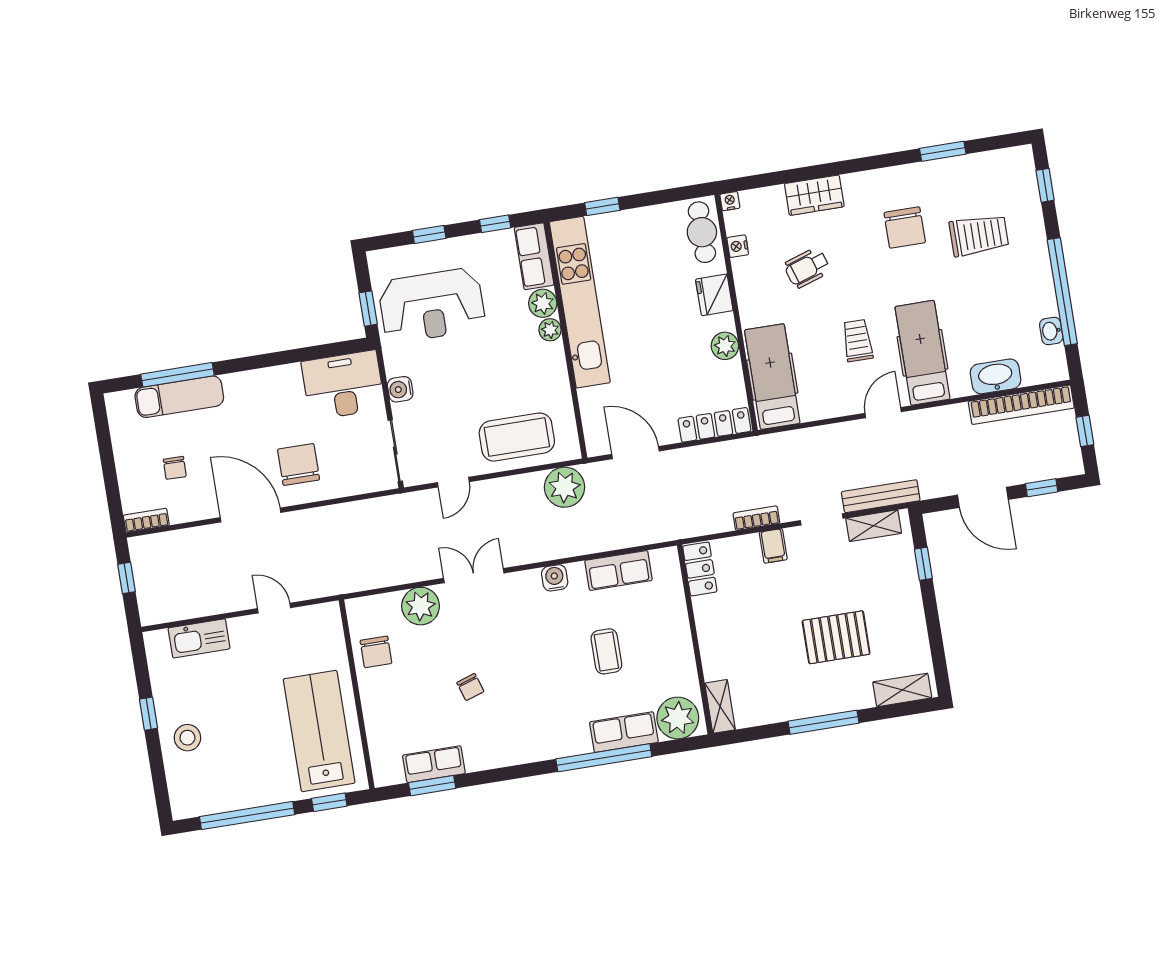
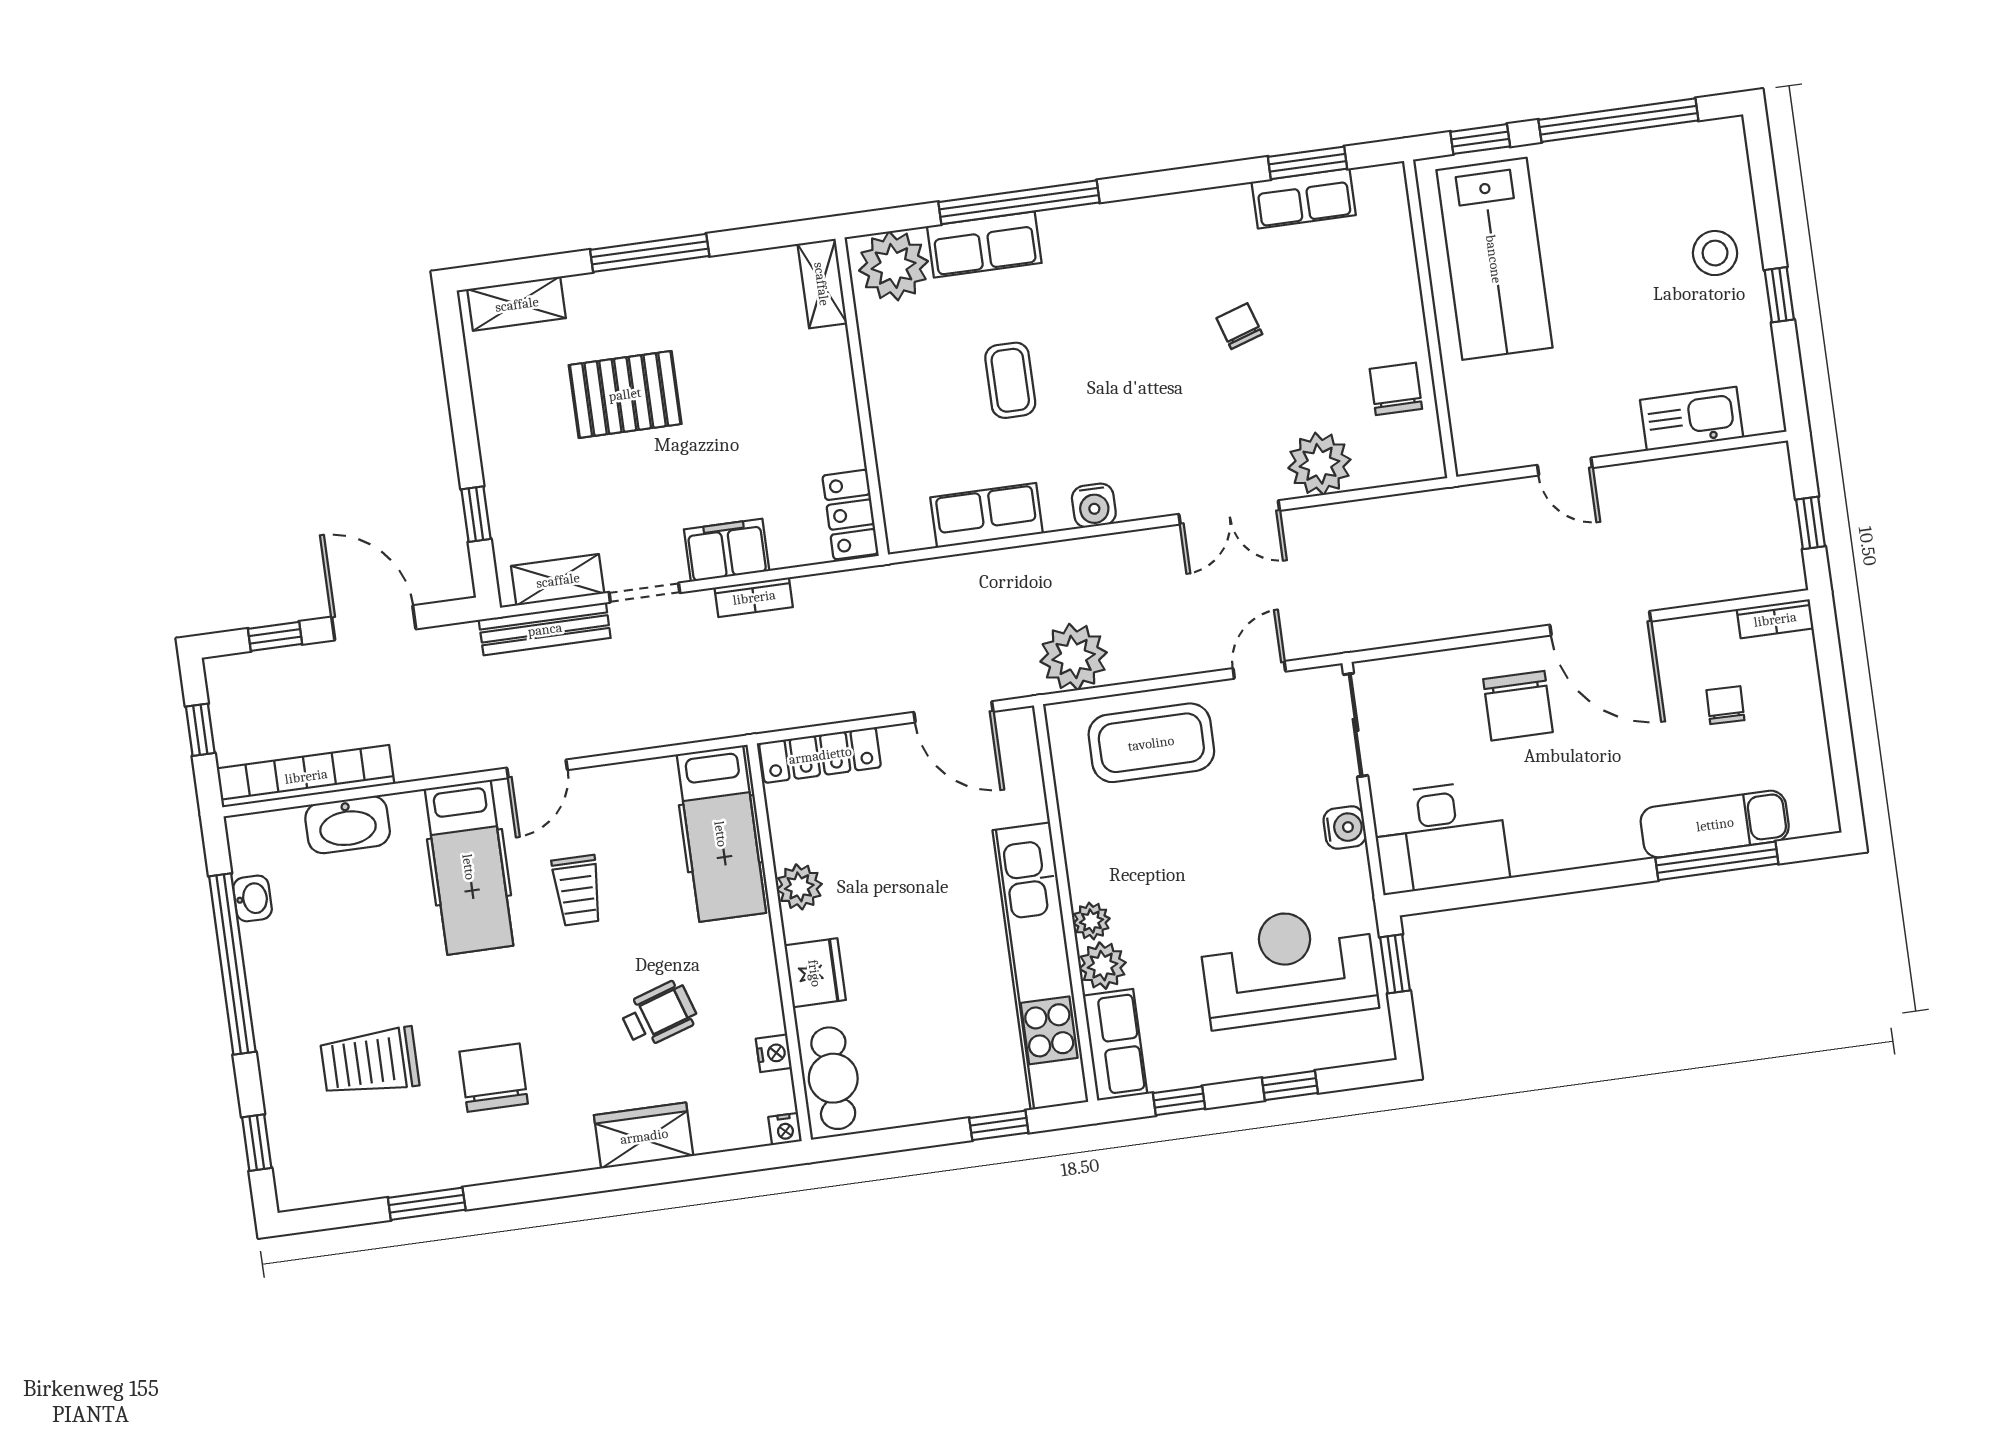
filing cabinet: (773, 546) -> (727, 550), width x2.00

